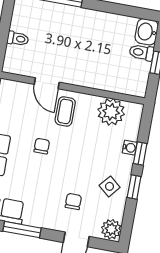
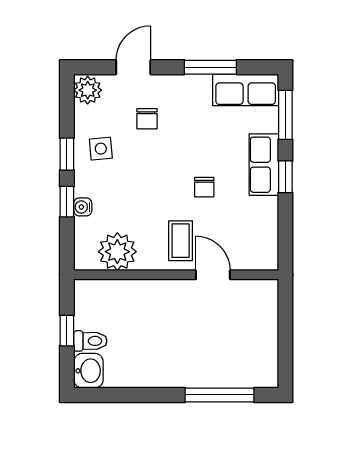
toilet: (18, 39) -> (264, 329), removed
side table: (110, 186) -> (101, 149), turned 45

